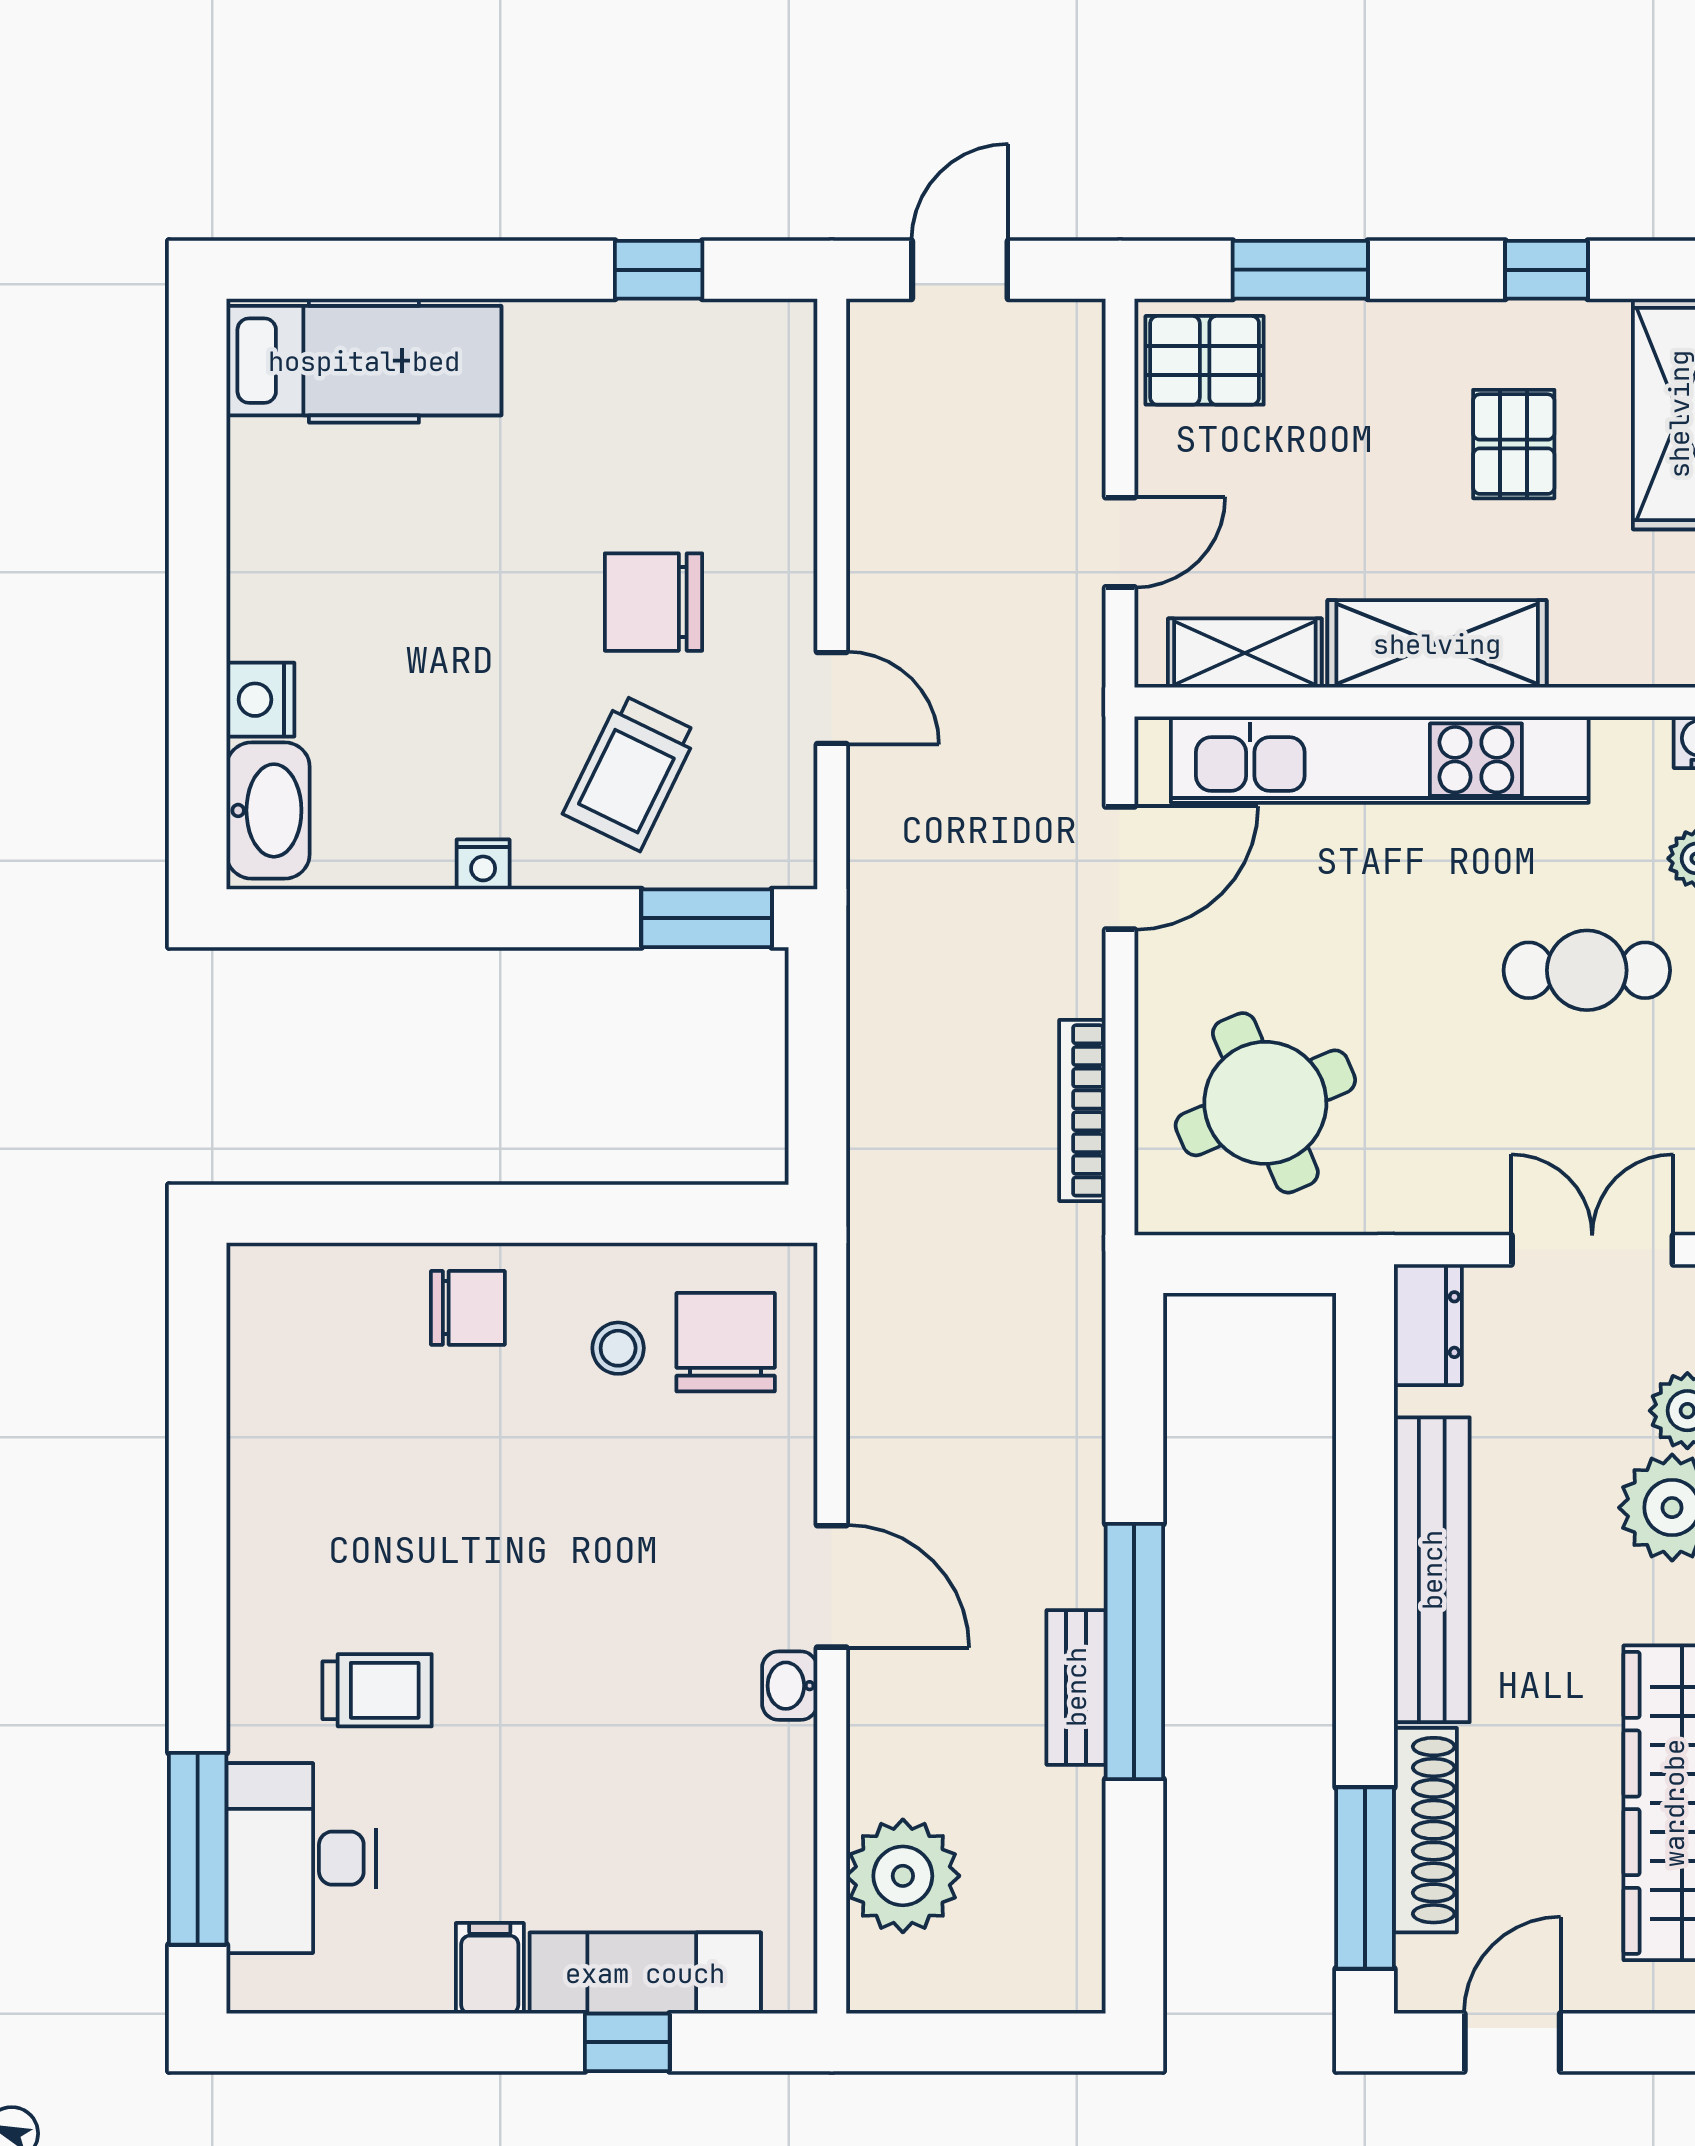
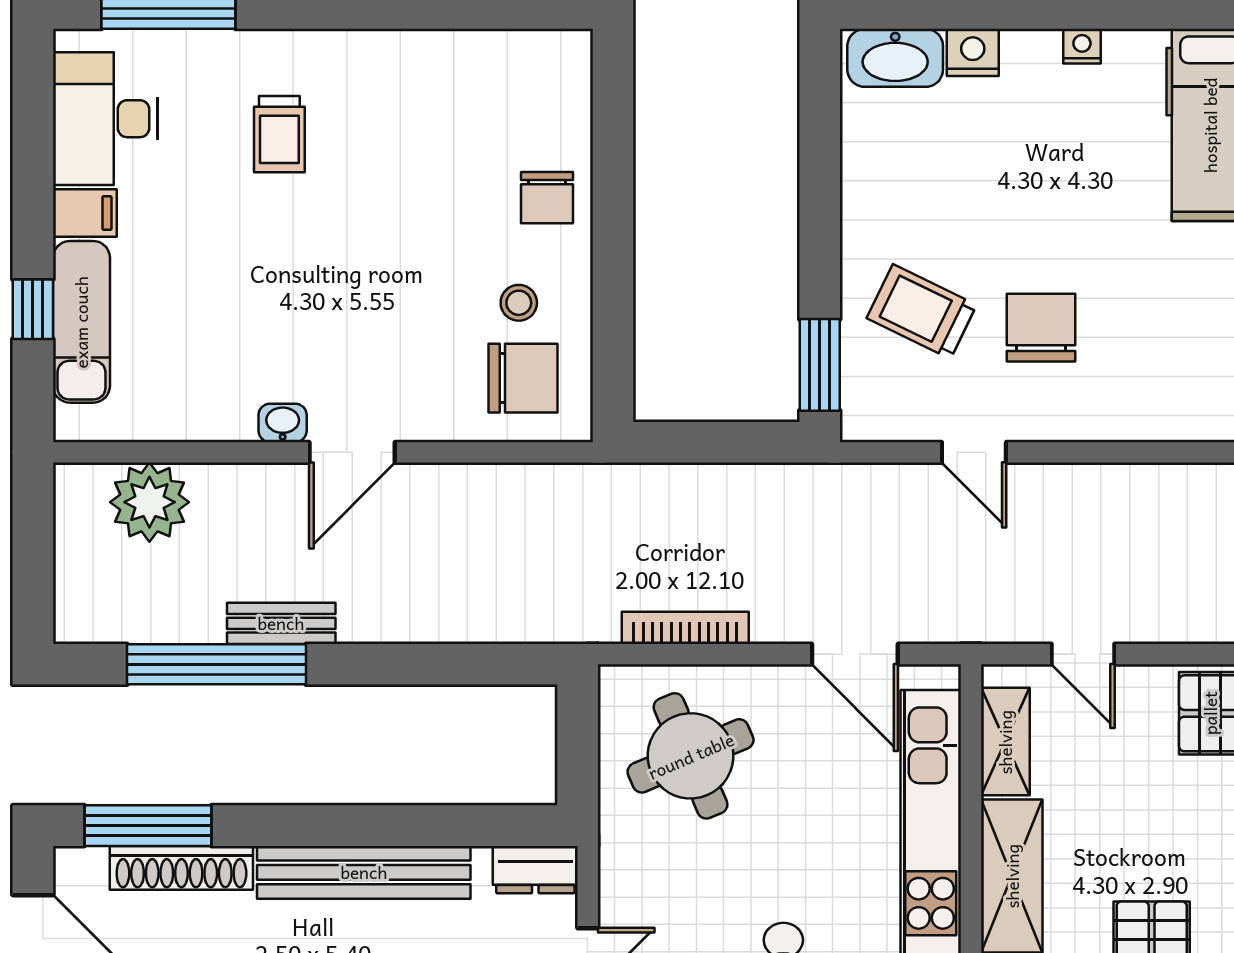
door: (832, 698) -> (974, 452), hinge flipped
nightstand: (483, 864) -> (1082, 46), moved, turned 90
window: (1134, 1651) -> (217, 664), moved
desk: (301, 1858) -> (105, 119), moved, turned -90

